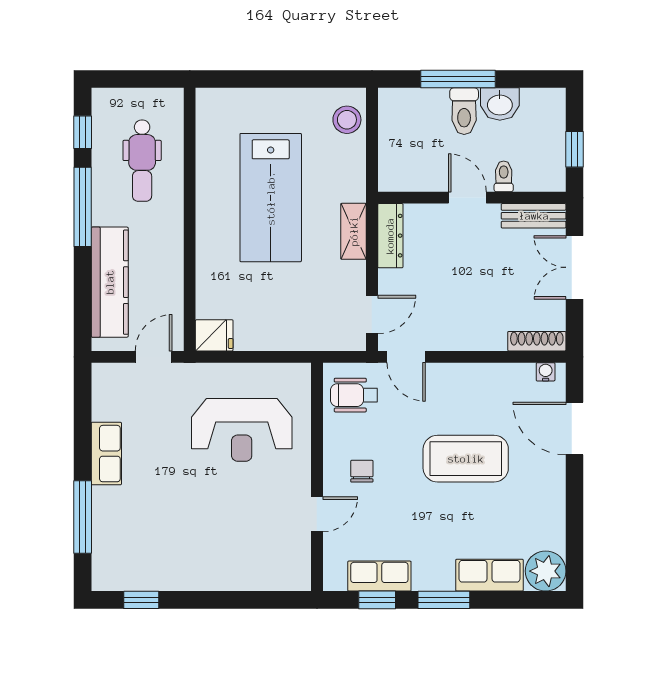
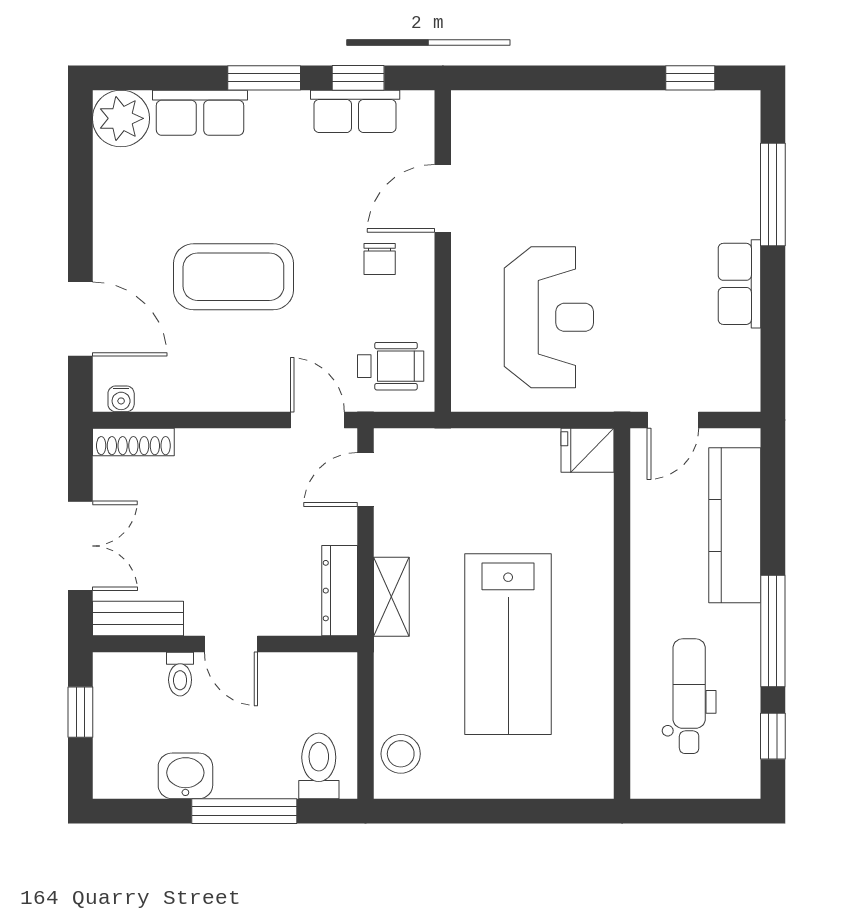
toilet: (464, 111) -> (319, 766), moved
lab bench: (271, 198) -> (508, 644), turned 180
reception desk: (242, 430) -> (549, 317), turned 90
door: (317, 514) -> (443, 198), width x1.38

